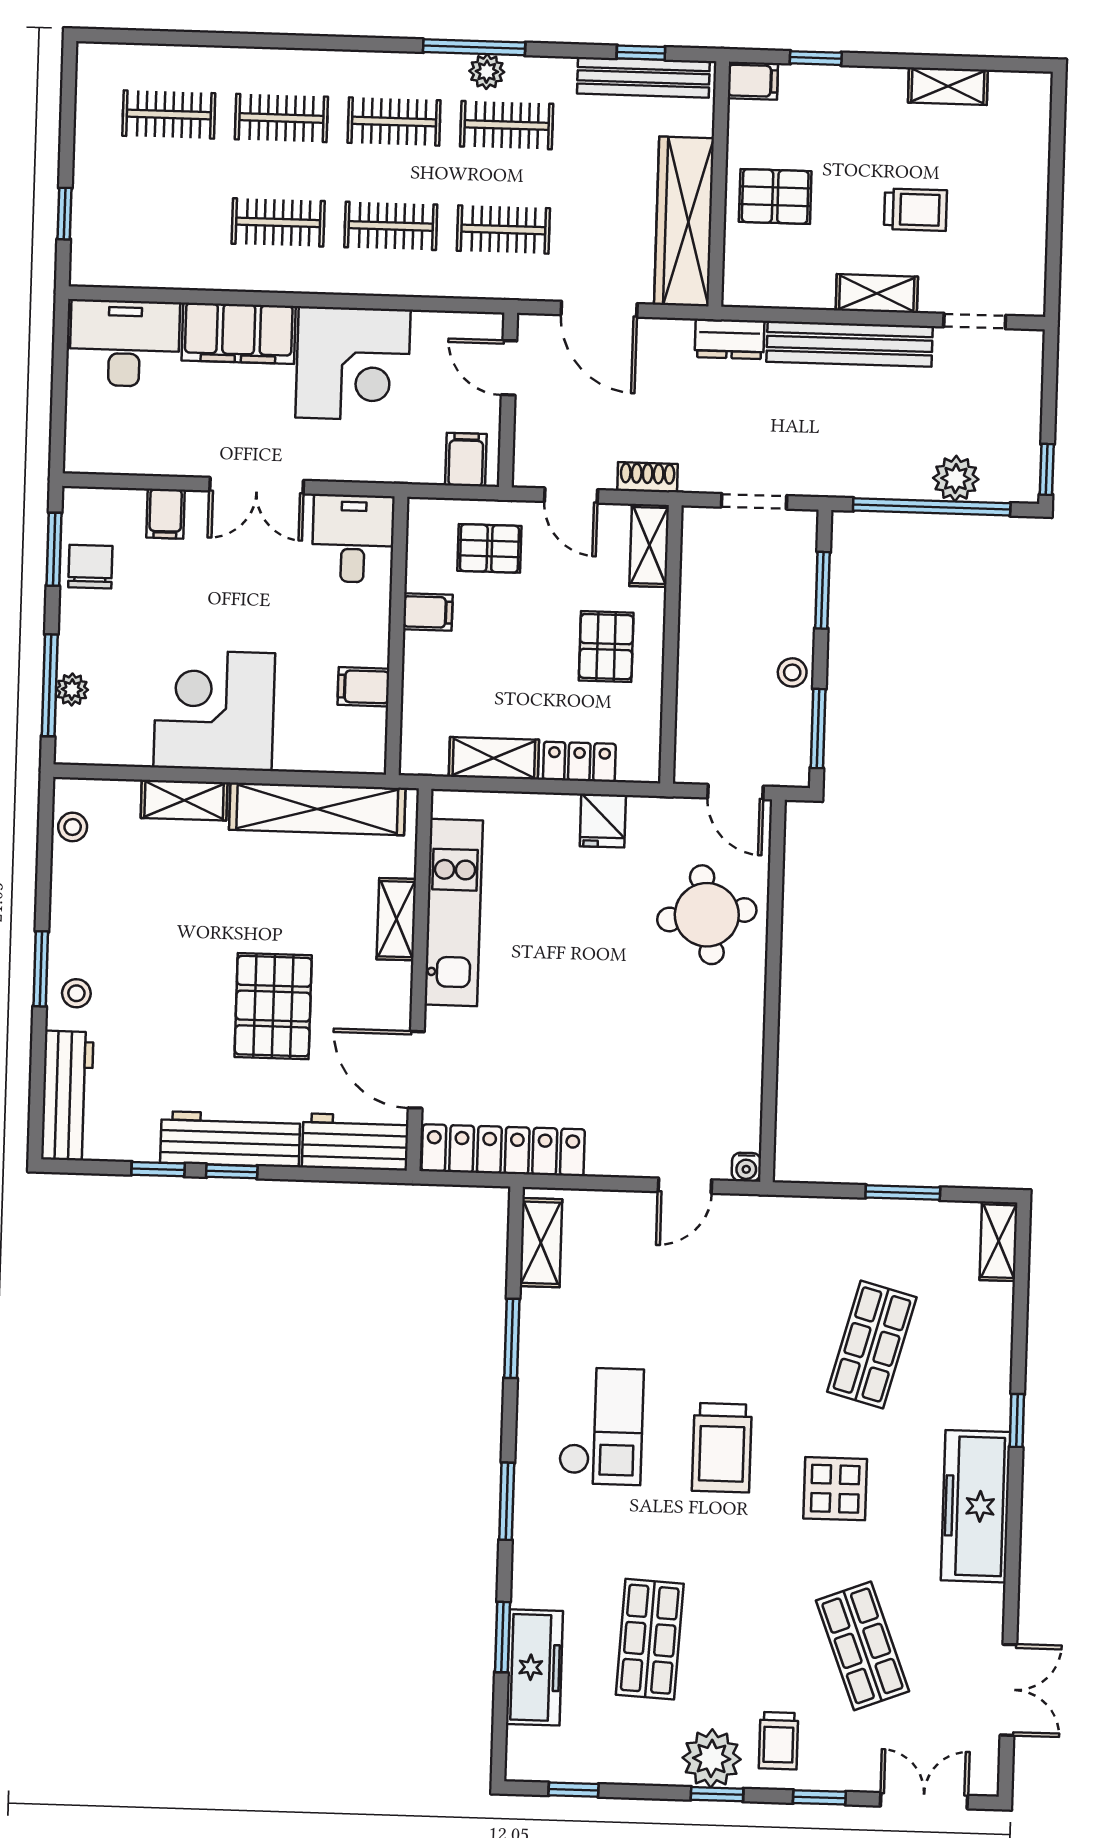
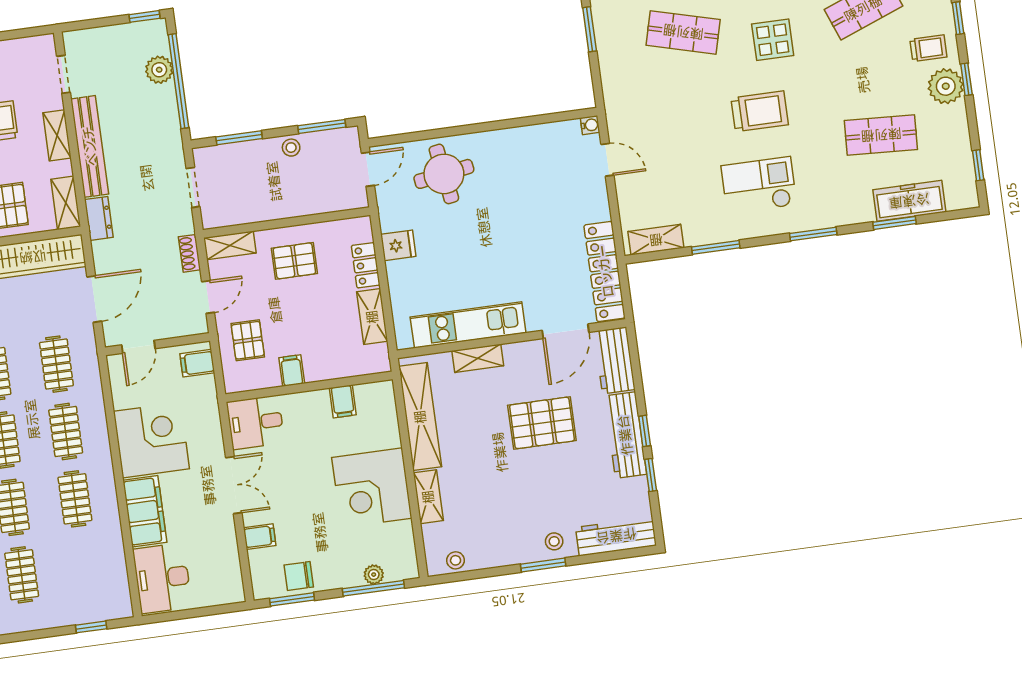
shelving: (764, 289) -> (66, 203), added

